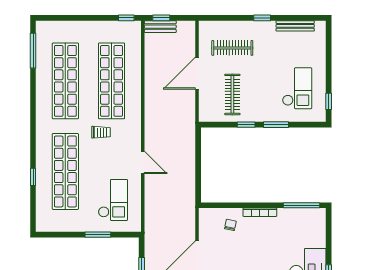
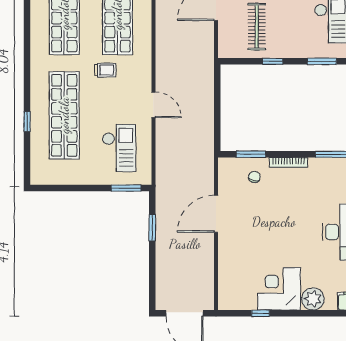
window: (276, 125) -> (322, 61), moved
window: (227, 205) -> (251, 154), added
window: (98, 235) -> (126, 188), moved

